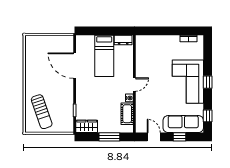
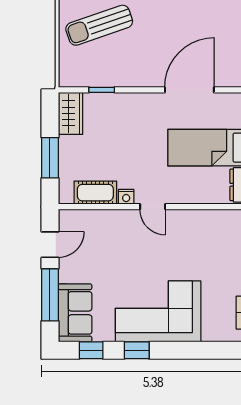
window: (208, 82) -> (137, 350), moved
sofa: (183, 124) -> (75, 313), width x0.73
window: (179, 137) -> (50, 295), width x2.17

